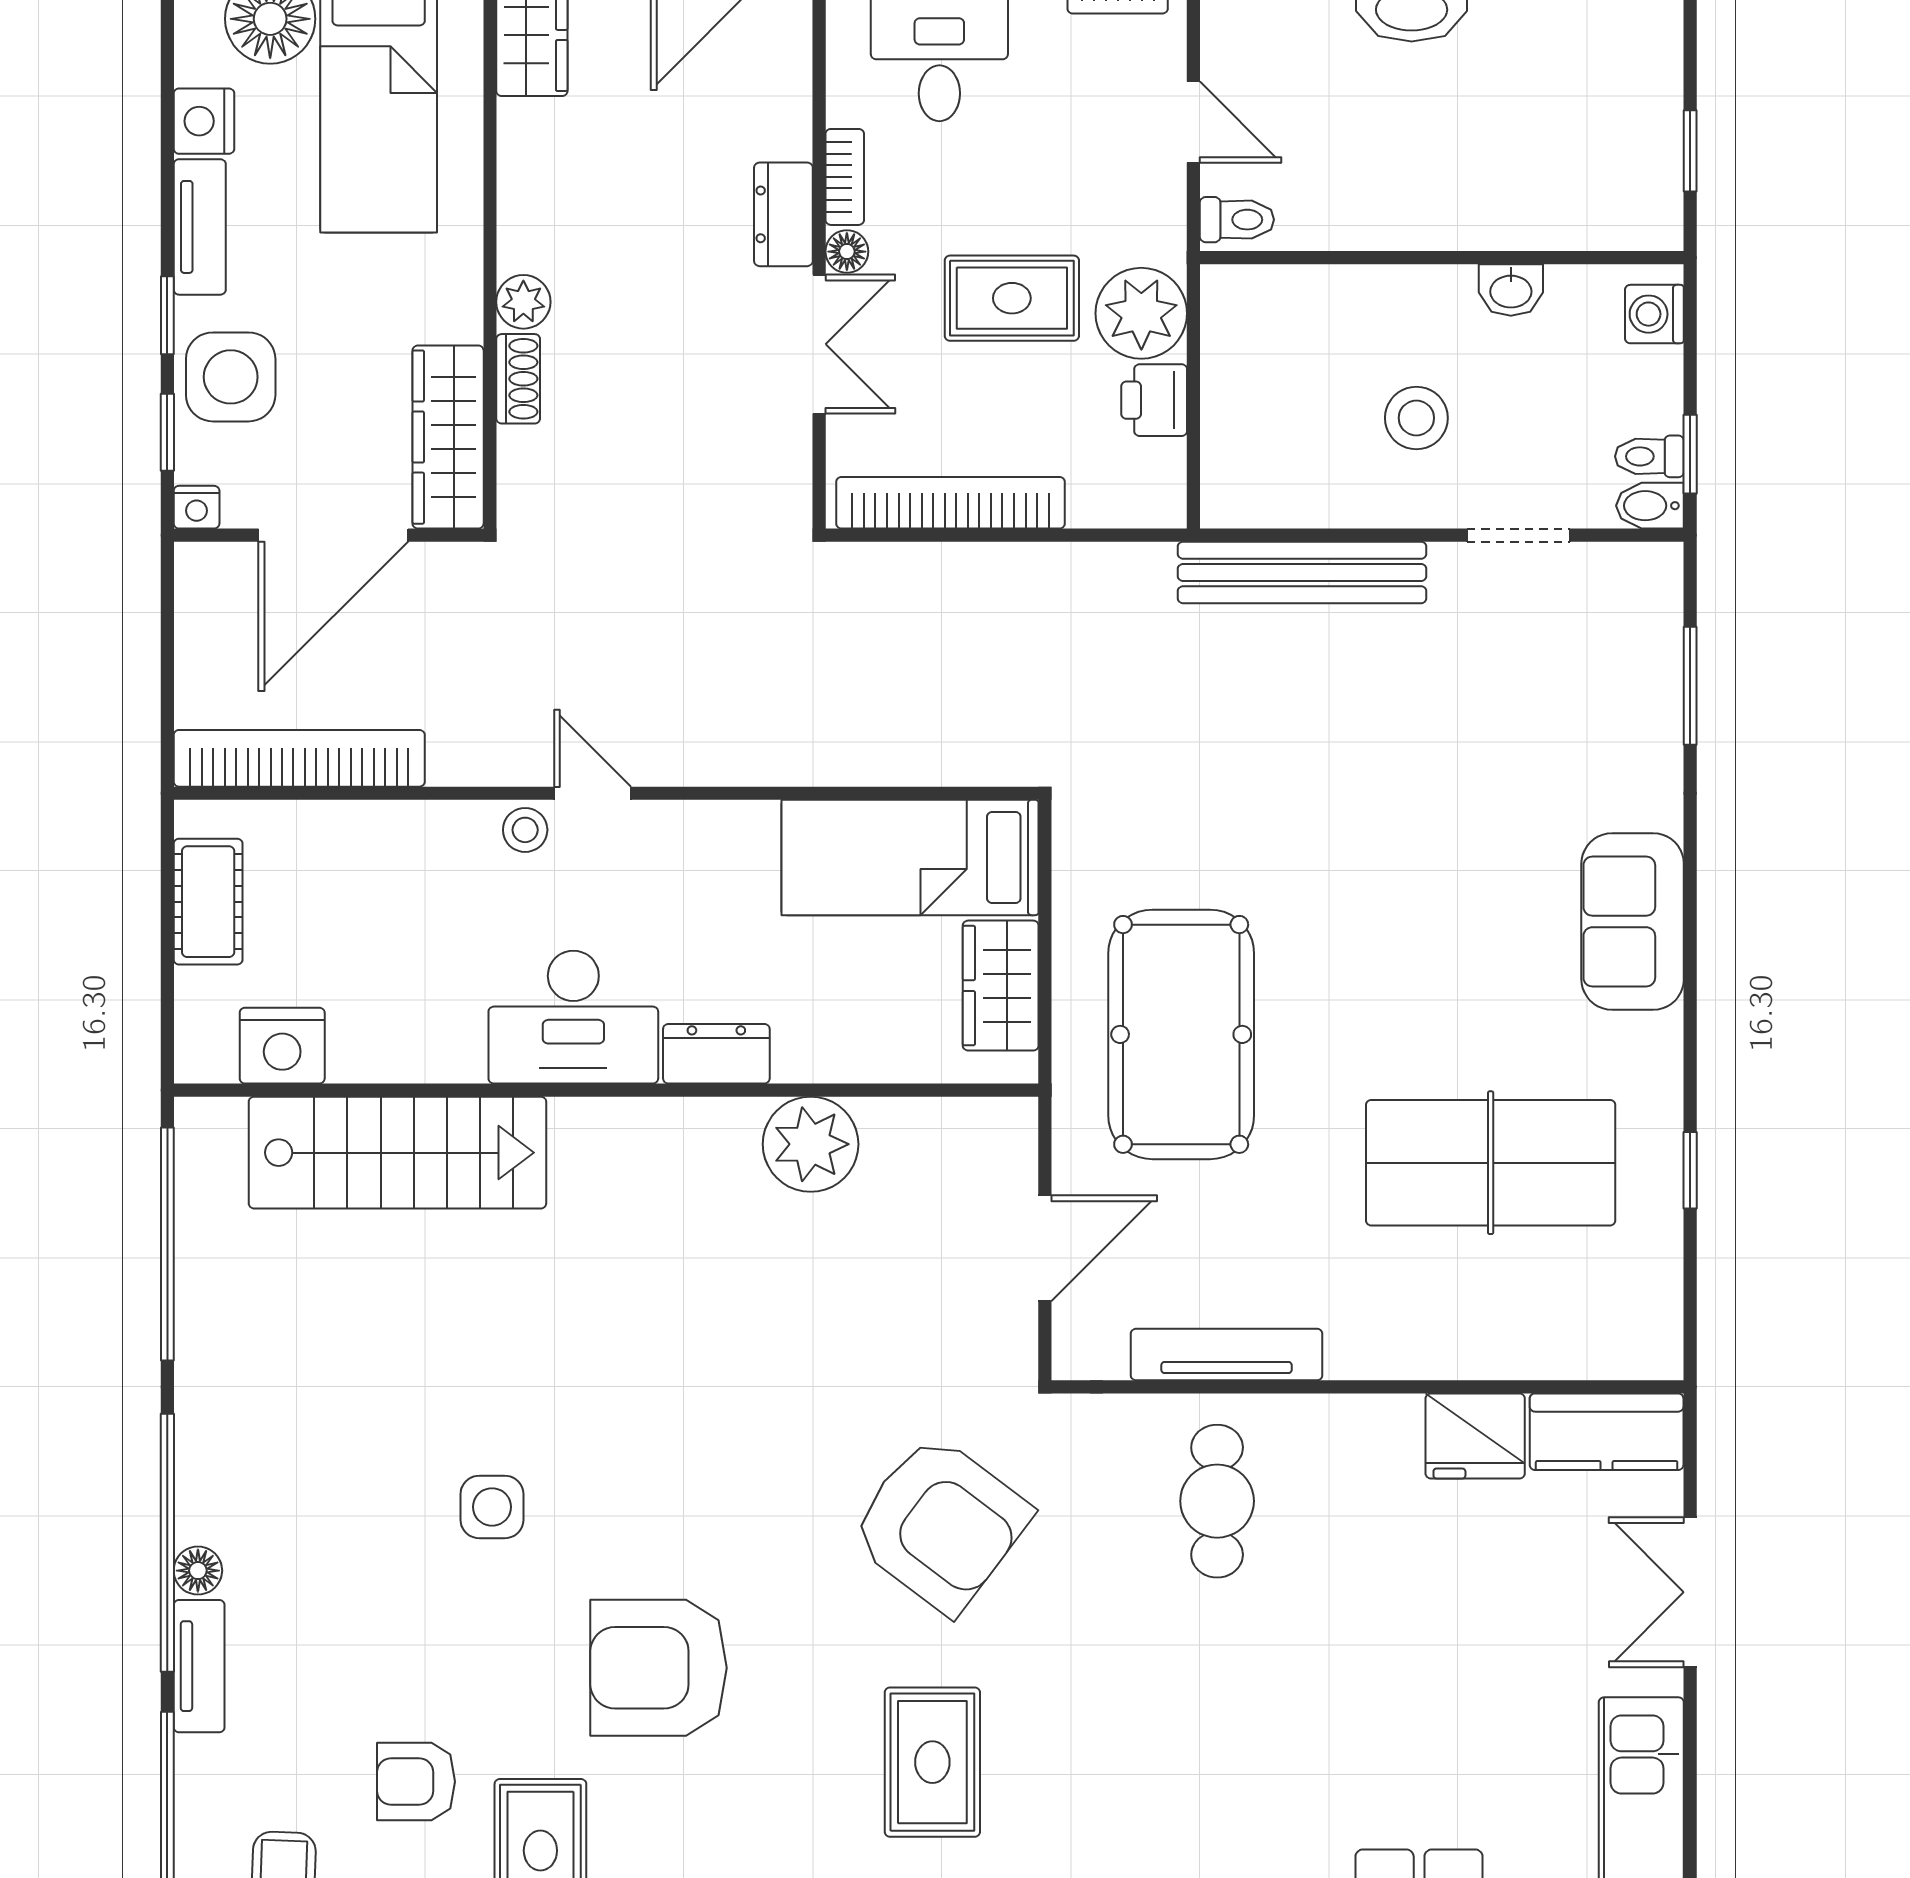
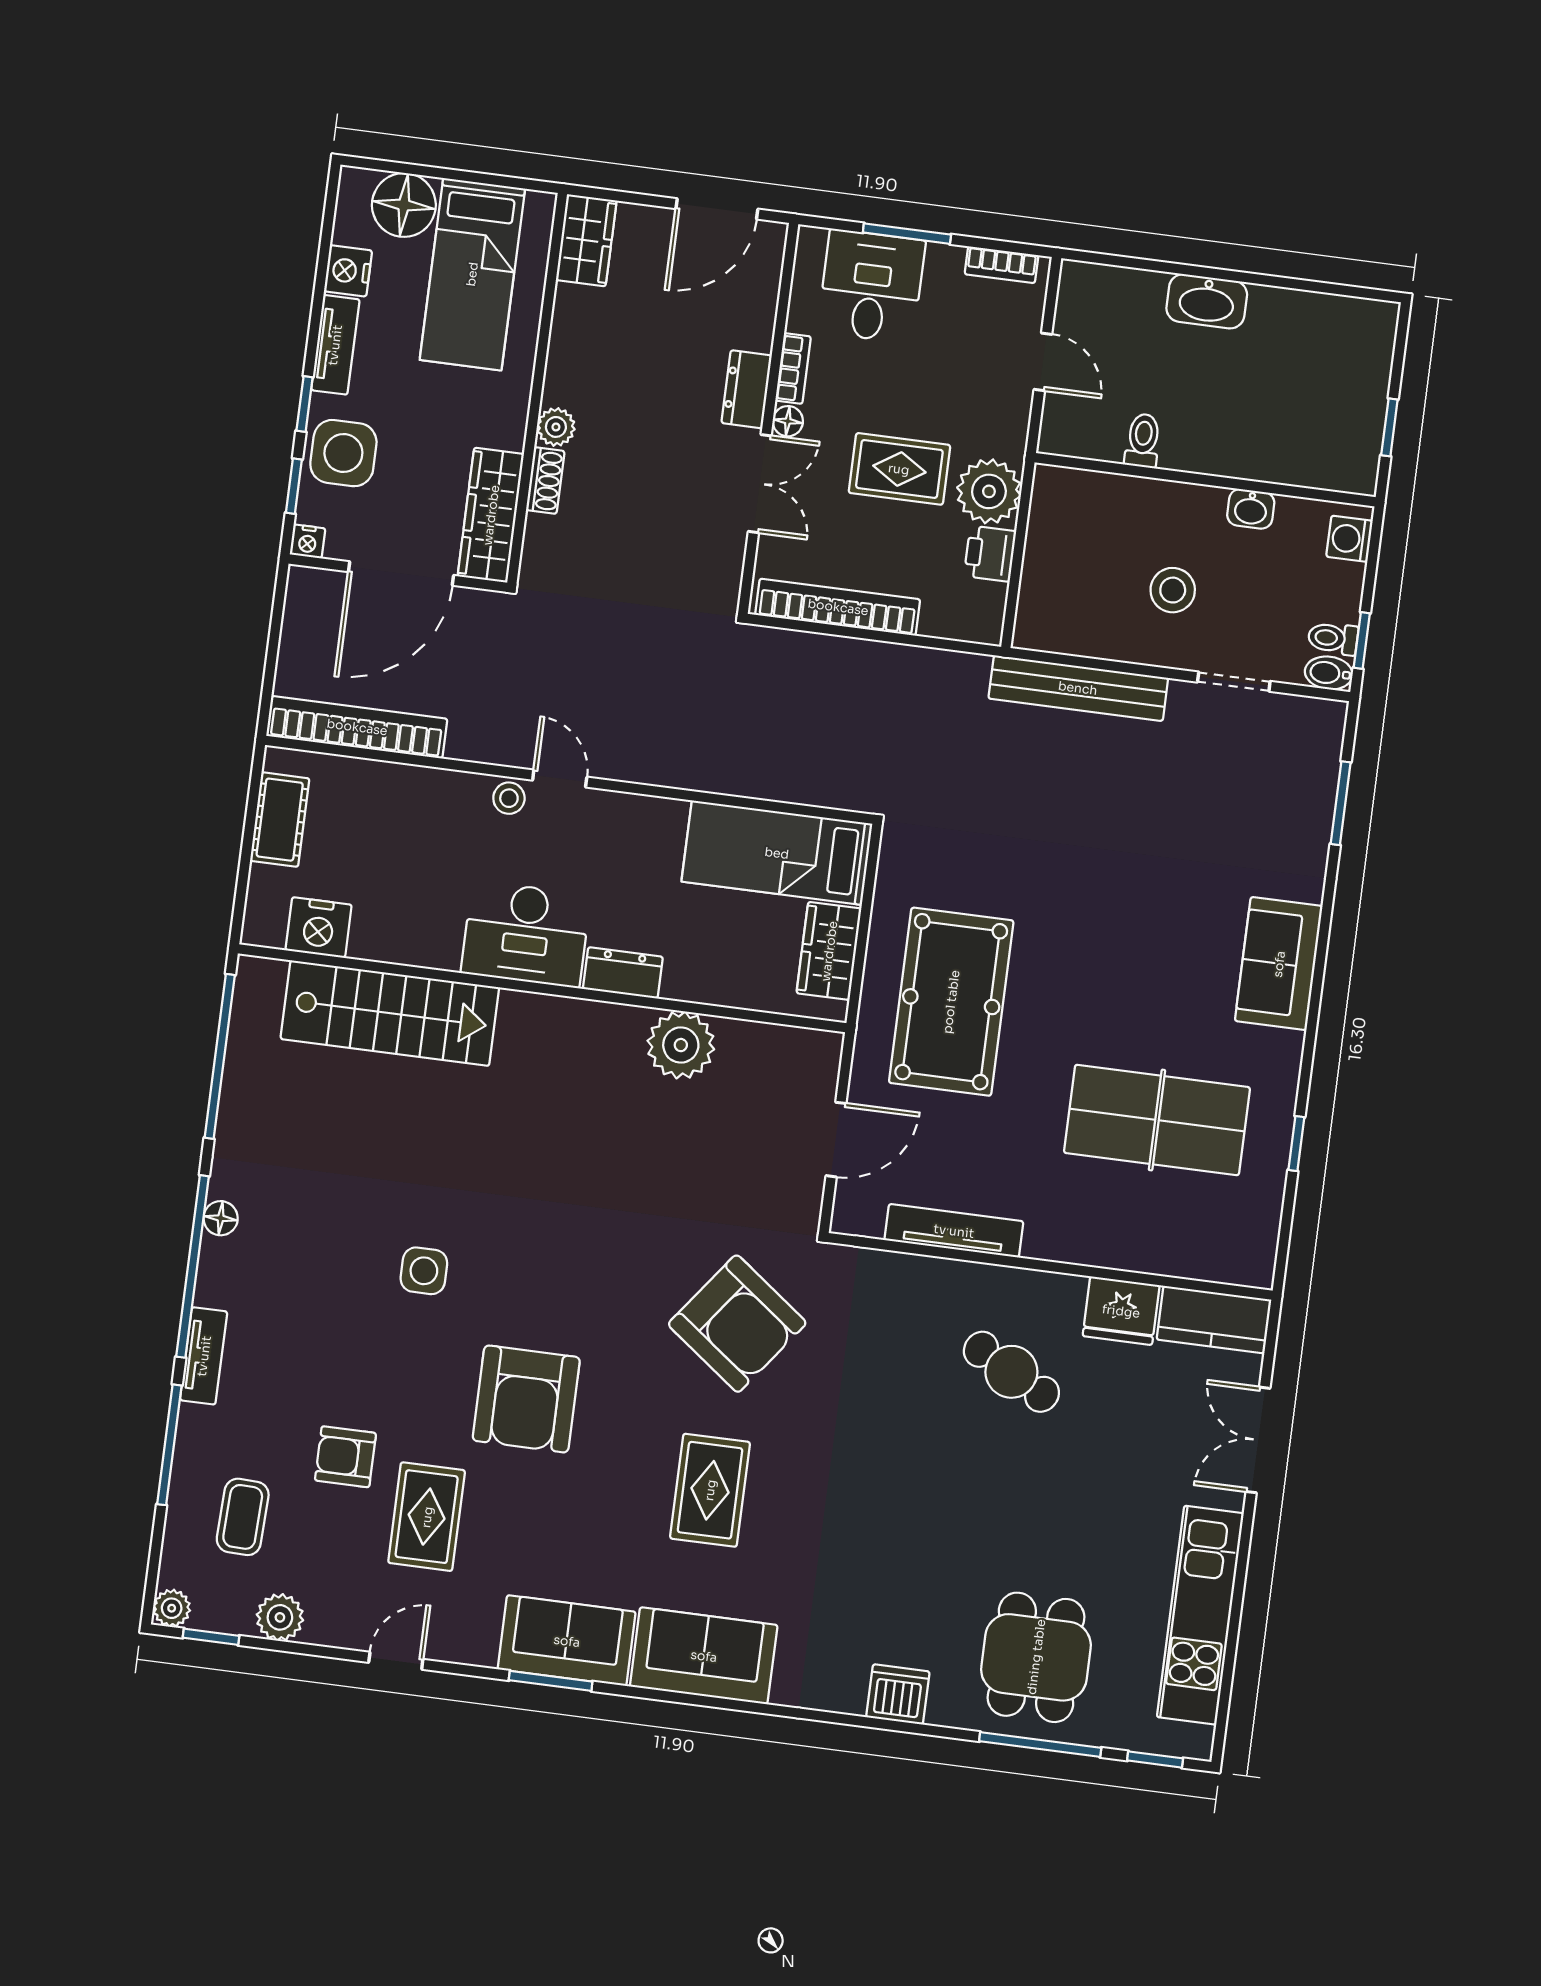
toilet: (1237, 220) -> (1143, 441), moved, turned -90
cafe table: (1217, 1501) -> (1011, 1372), moved, turned -61
floor lamp: (198, 1571) -> (221, 1218), moved
armchair: (659, 1668) -> (526, 1399), turned -90

